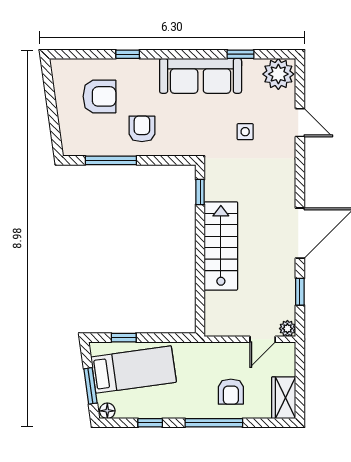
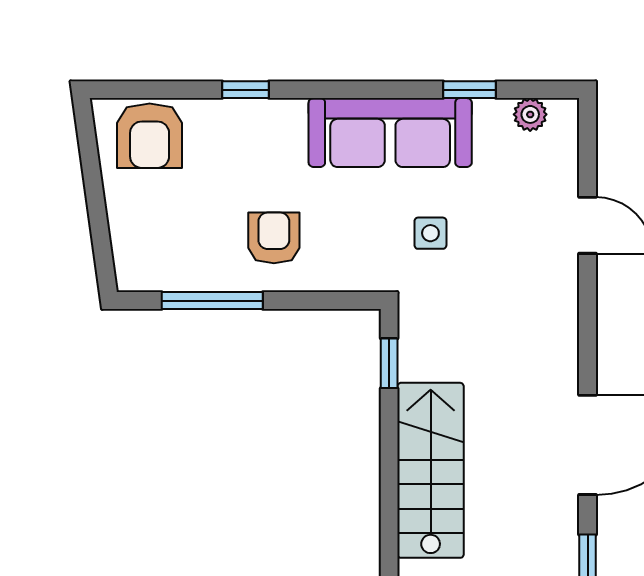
plant: (278, 74) -> (530, 114), width x0.53, depth x0.53
armchair: (99, 96) -> (150, 136), moved, turned 90
side table: (245, 132) -> (430, 233), moved

